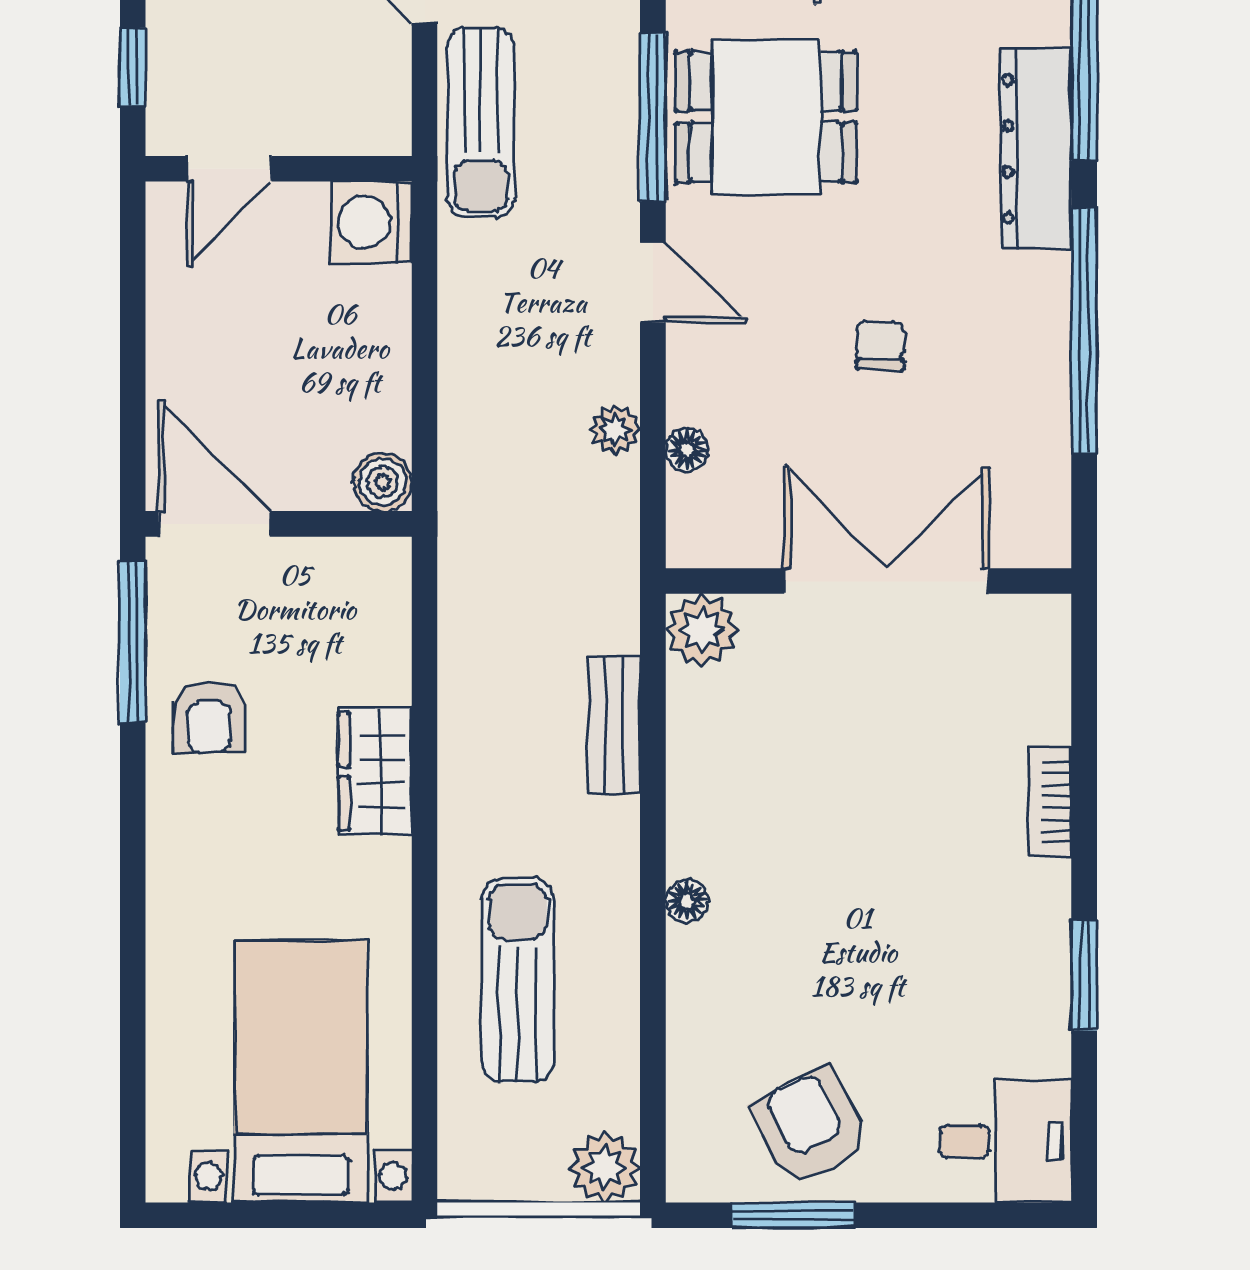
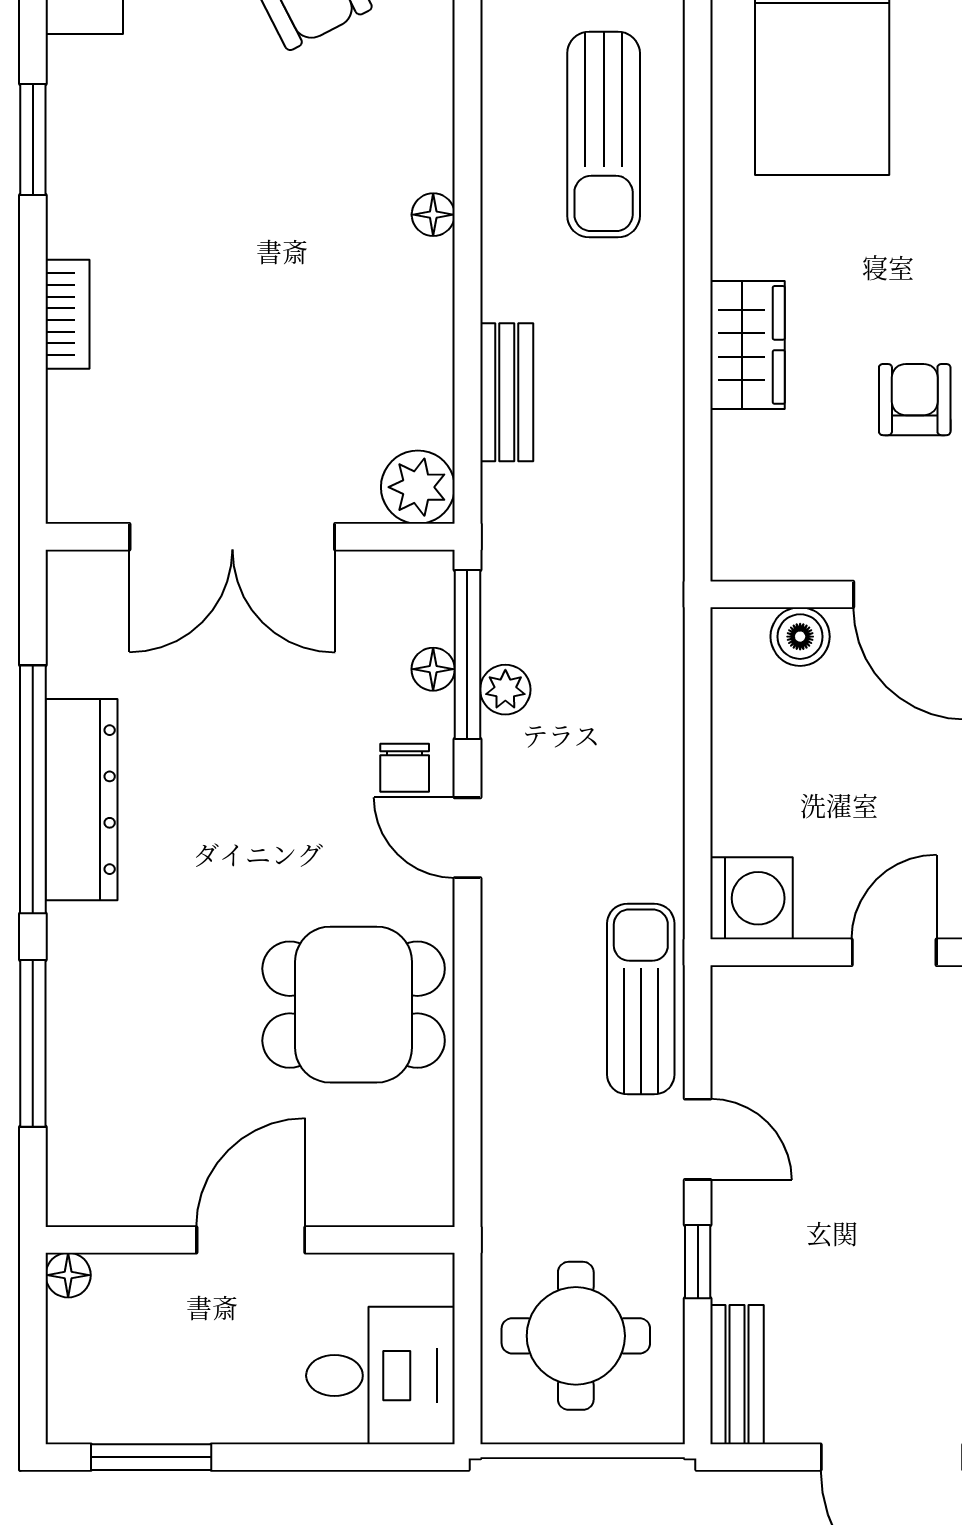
window: (653, 117) -> (467, 655), moved
dresser: (1036, 149) -> (82, 800), moved
chair: (880, 346) -> (405, 768), moved
boiler: (383, 482) -> (800, 637), moved

